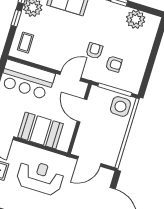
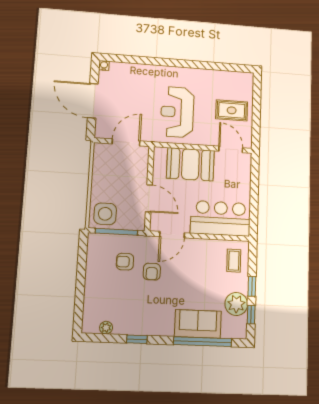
plant: (136, 19) -> (106, 328), width x0.53, depth x0.53
reception desk: (40, 177) -> (177, 112), turned 90

